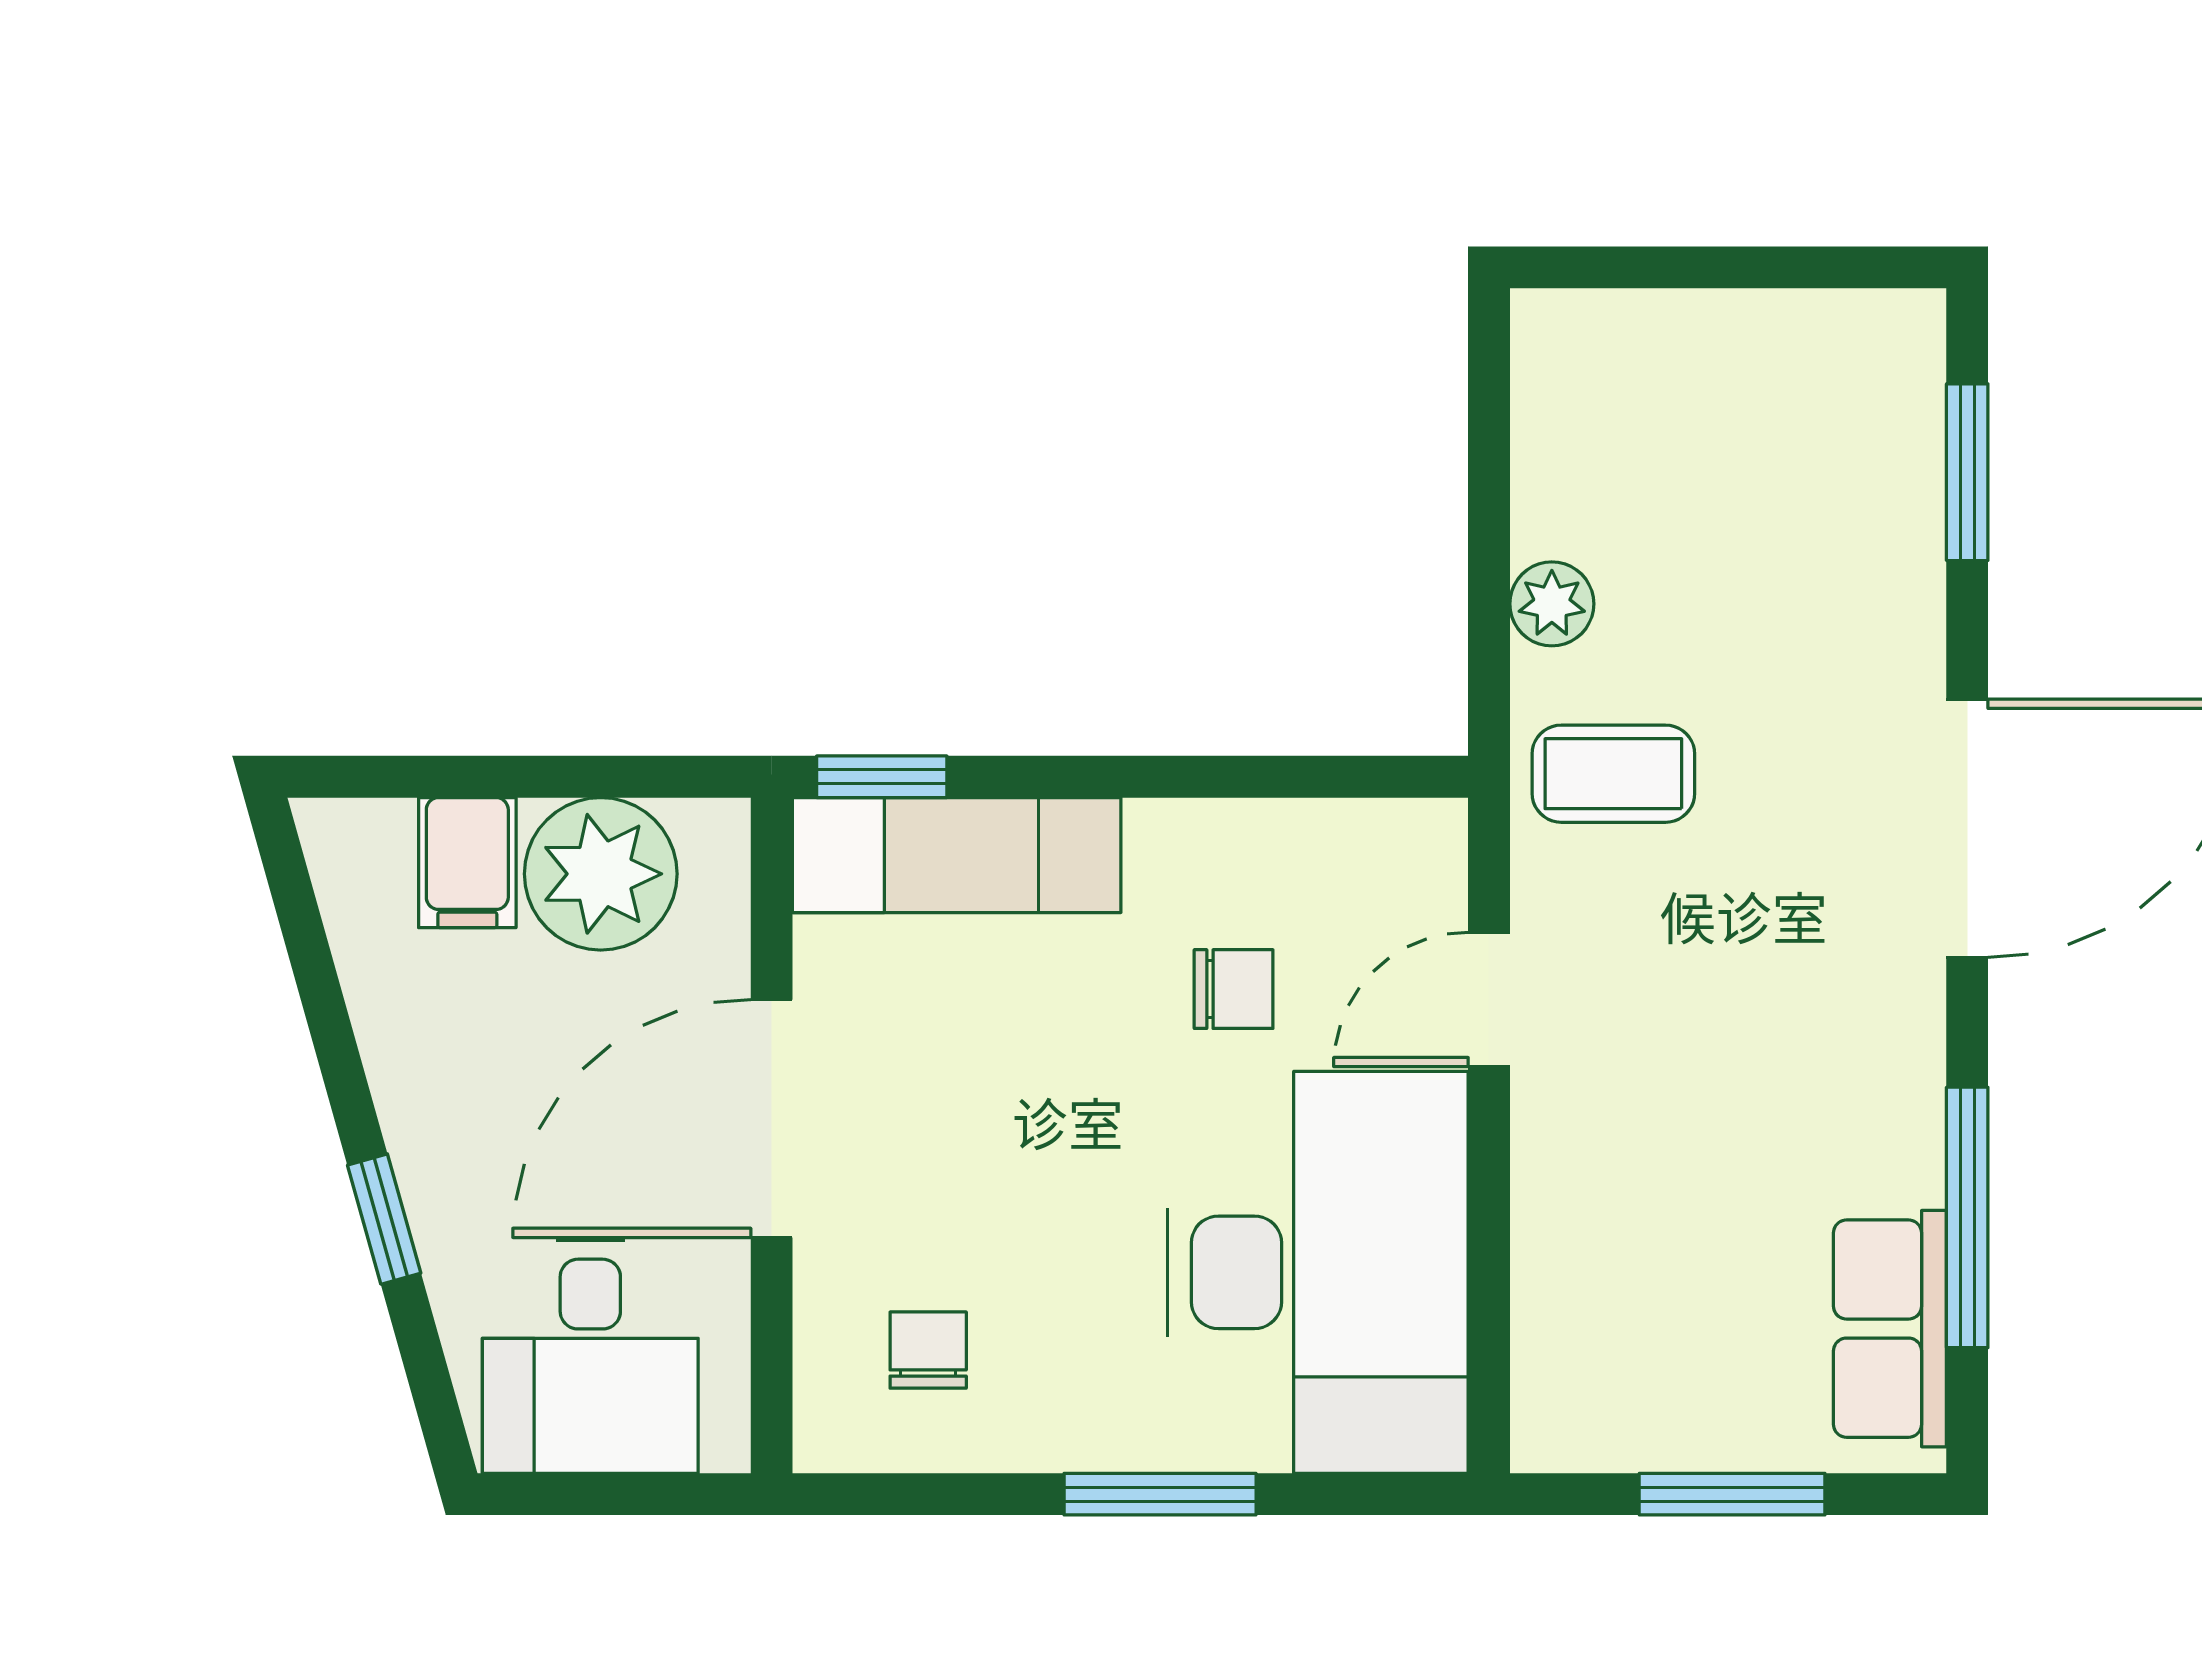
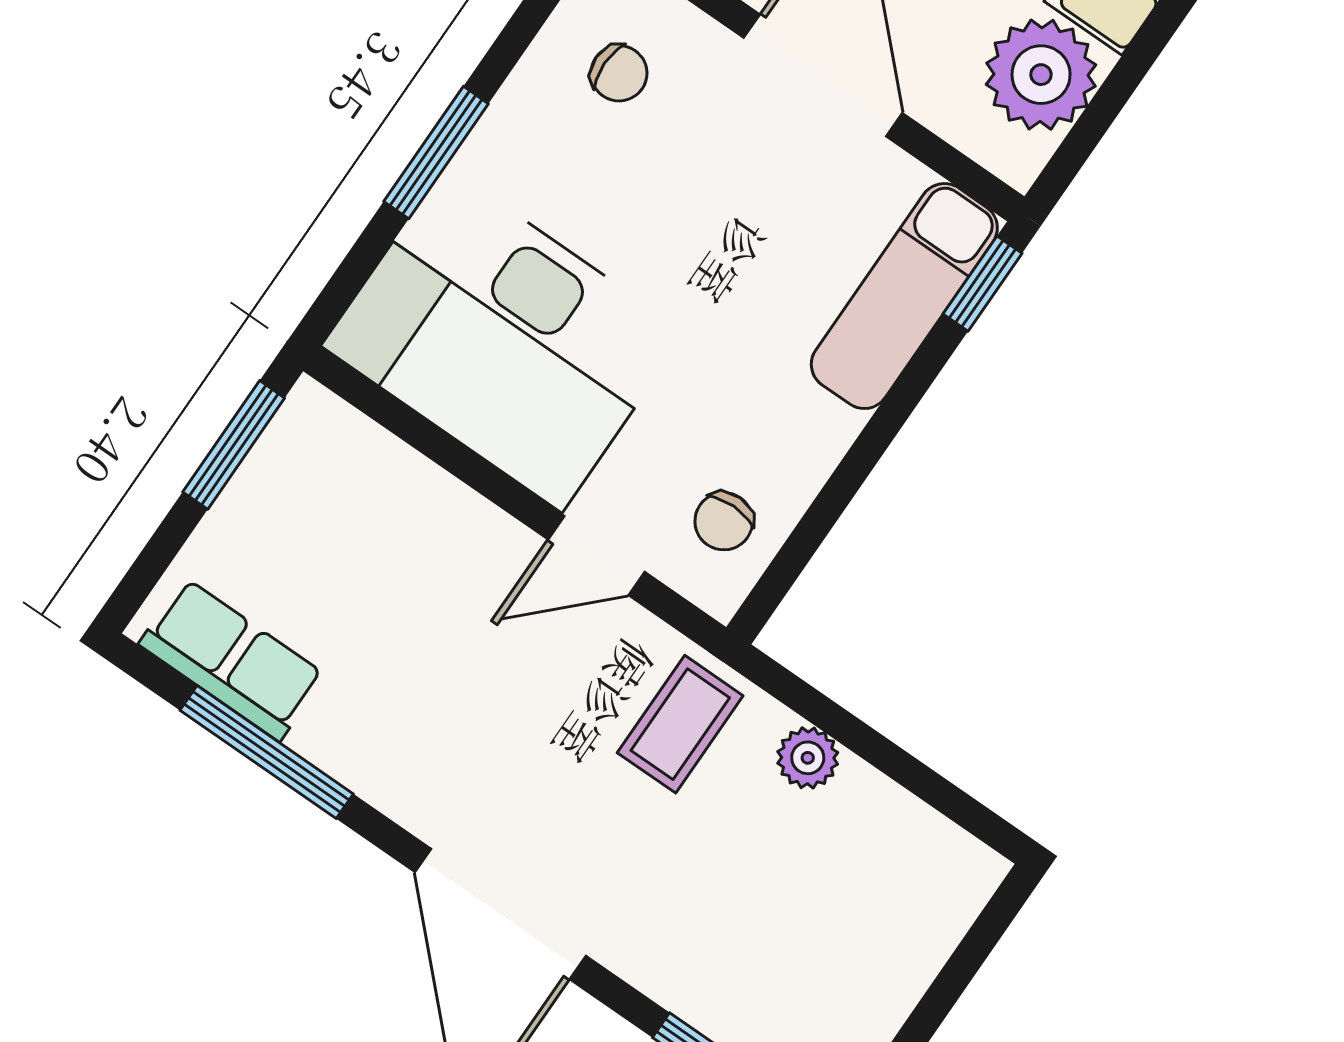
chair: (1234, 989) -> (724, 521), moved
door: (1489, 1000) -> (596, 556), swing flipped
window: (1732, 1494) -> (234, 445), moved

